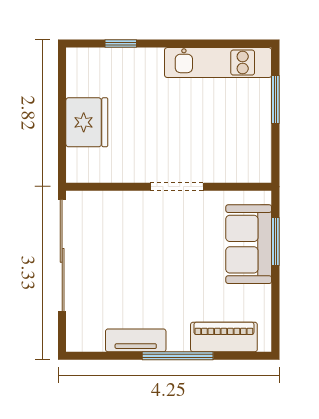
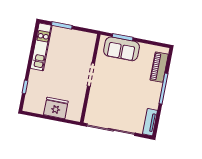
tv unit: (136, 340) -> (150, 122), moved

